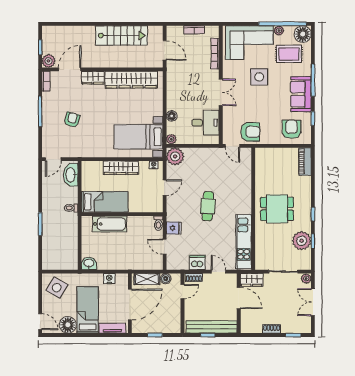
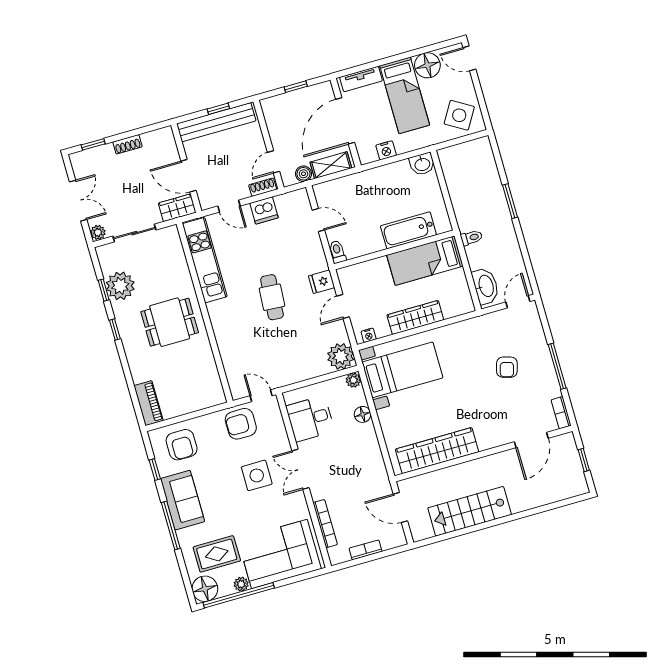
plant: (49, 61) -> (566, 444), removed
side table: (259, 77) -> (257, 475), moved
wardrobe: (93, 78) -> (494, 437), removed
fridge: (174, 228) -> (322, 282), moved

